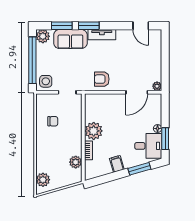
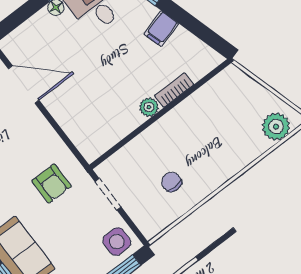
armchair: (102, 79) -> (52, 184), moved
plant: (94, 131) -> (149, 107), width x0.53, depth x0.53
plant: (76, 162) -> (208, 96), removed

